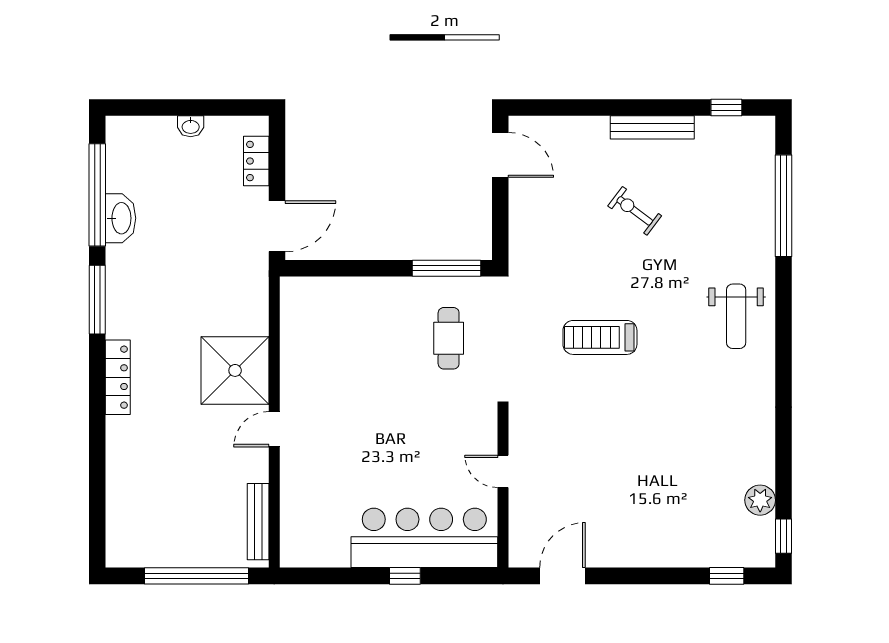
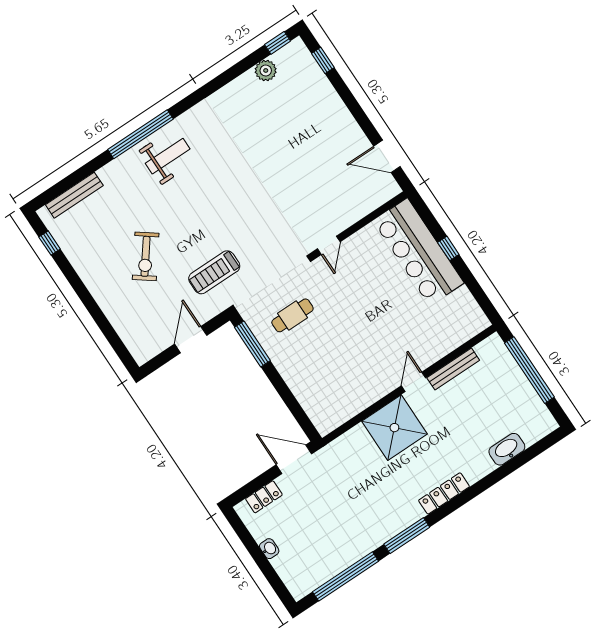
bench: (652, 127) -> (74, 195), moved, turned 90
door: (500, 155) -> (191, 340), moved
window: (783, 206) -> (141, 134), moved
exercise bike: (635, 211) -> (146, 256), width x1.38, depth x1.39
washbasin: (121, 218) -> (507, 449), moved
treadmill: (600, 337) -> (214, 272), moved, turned 90
door: (274, 429) -> (413, 382), swing flipped
door: (503, 471) -> (329, 245), moved
bench: (258, 522) -> (453, 369), moved

